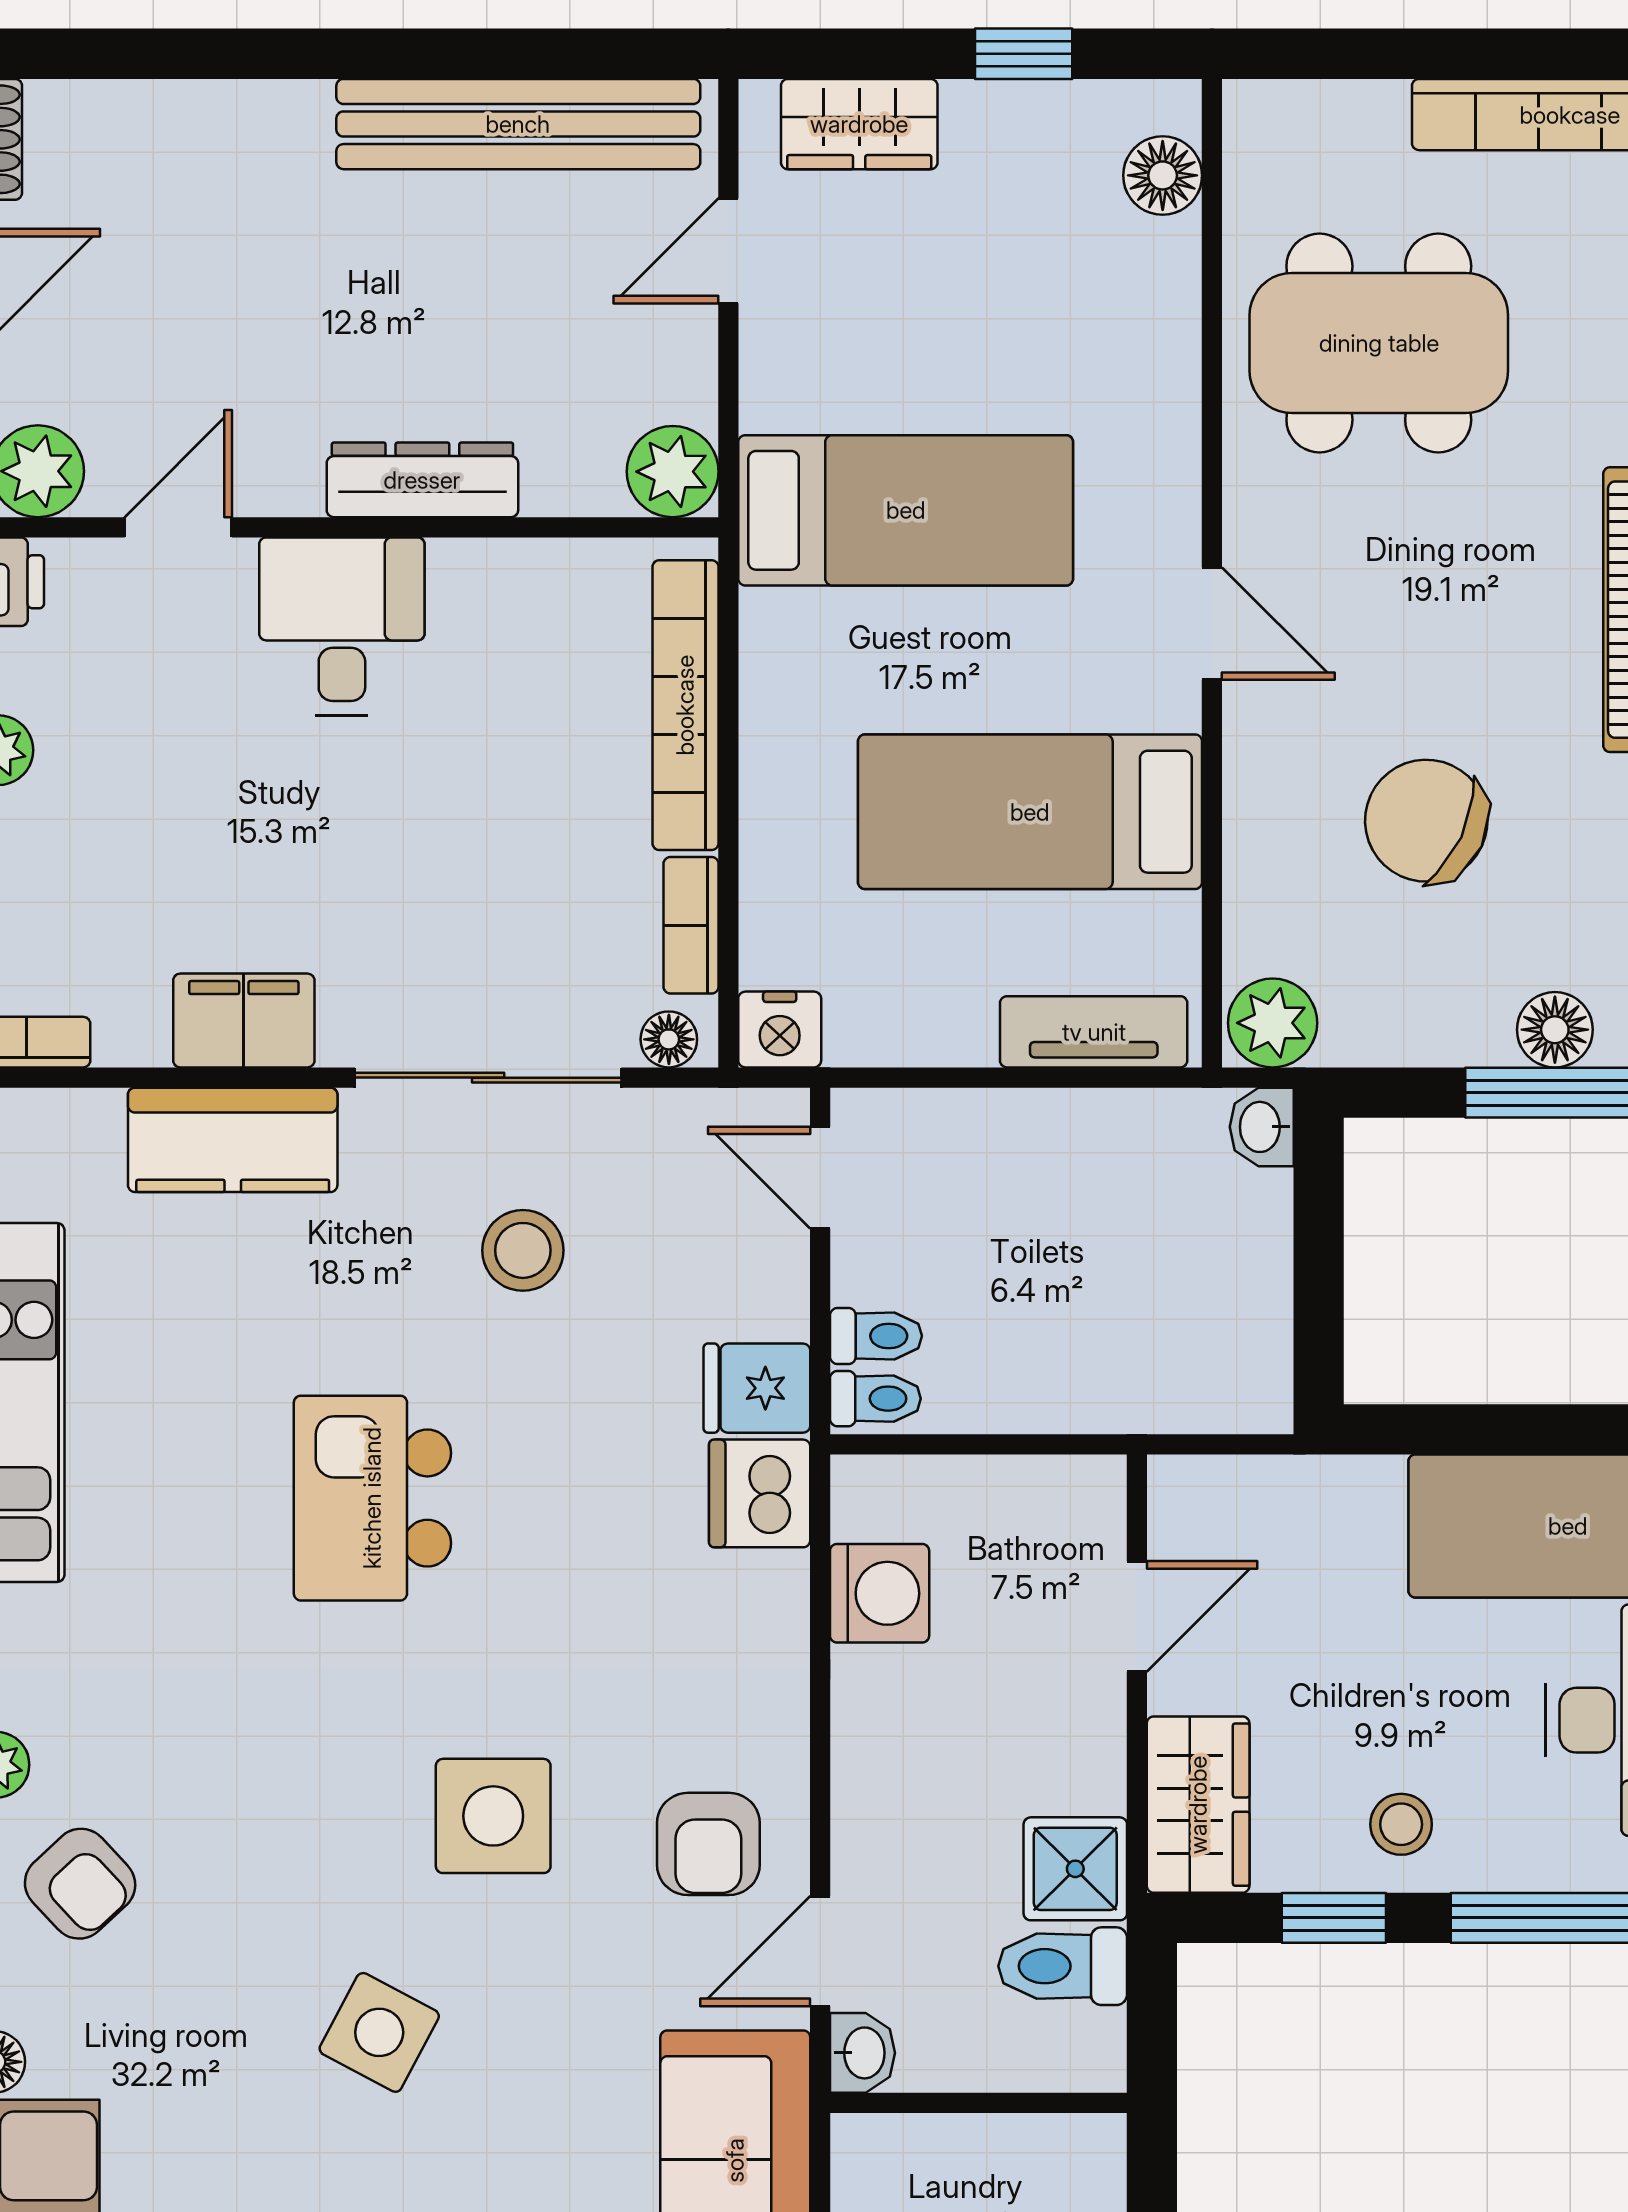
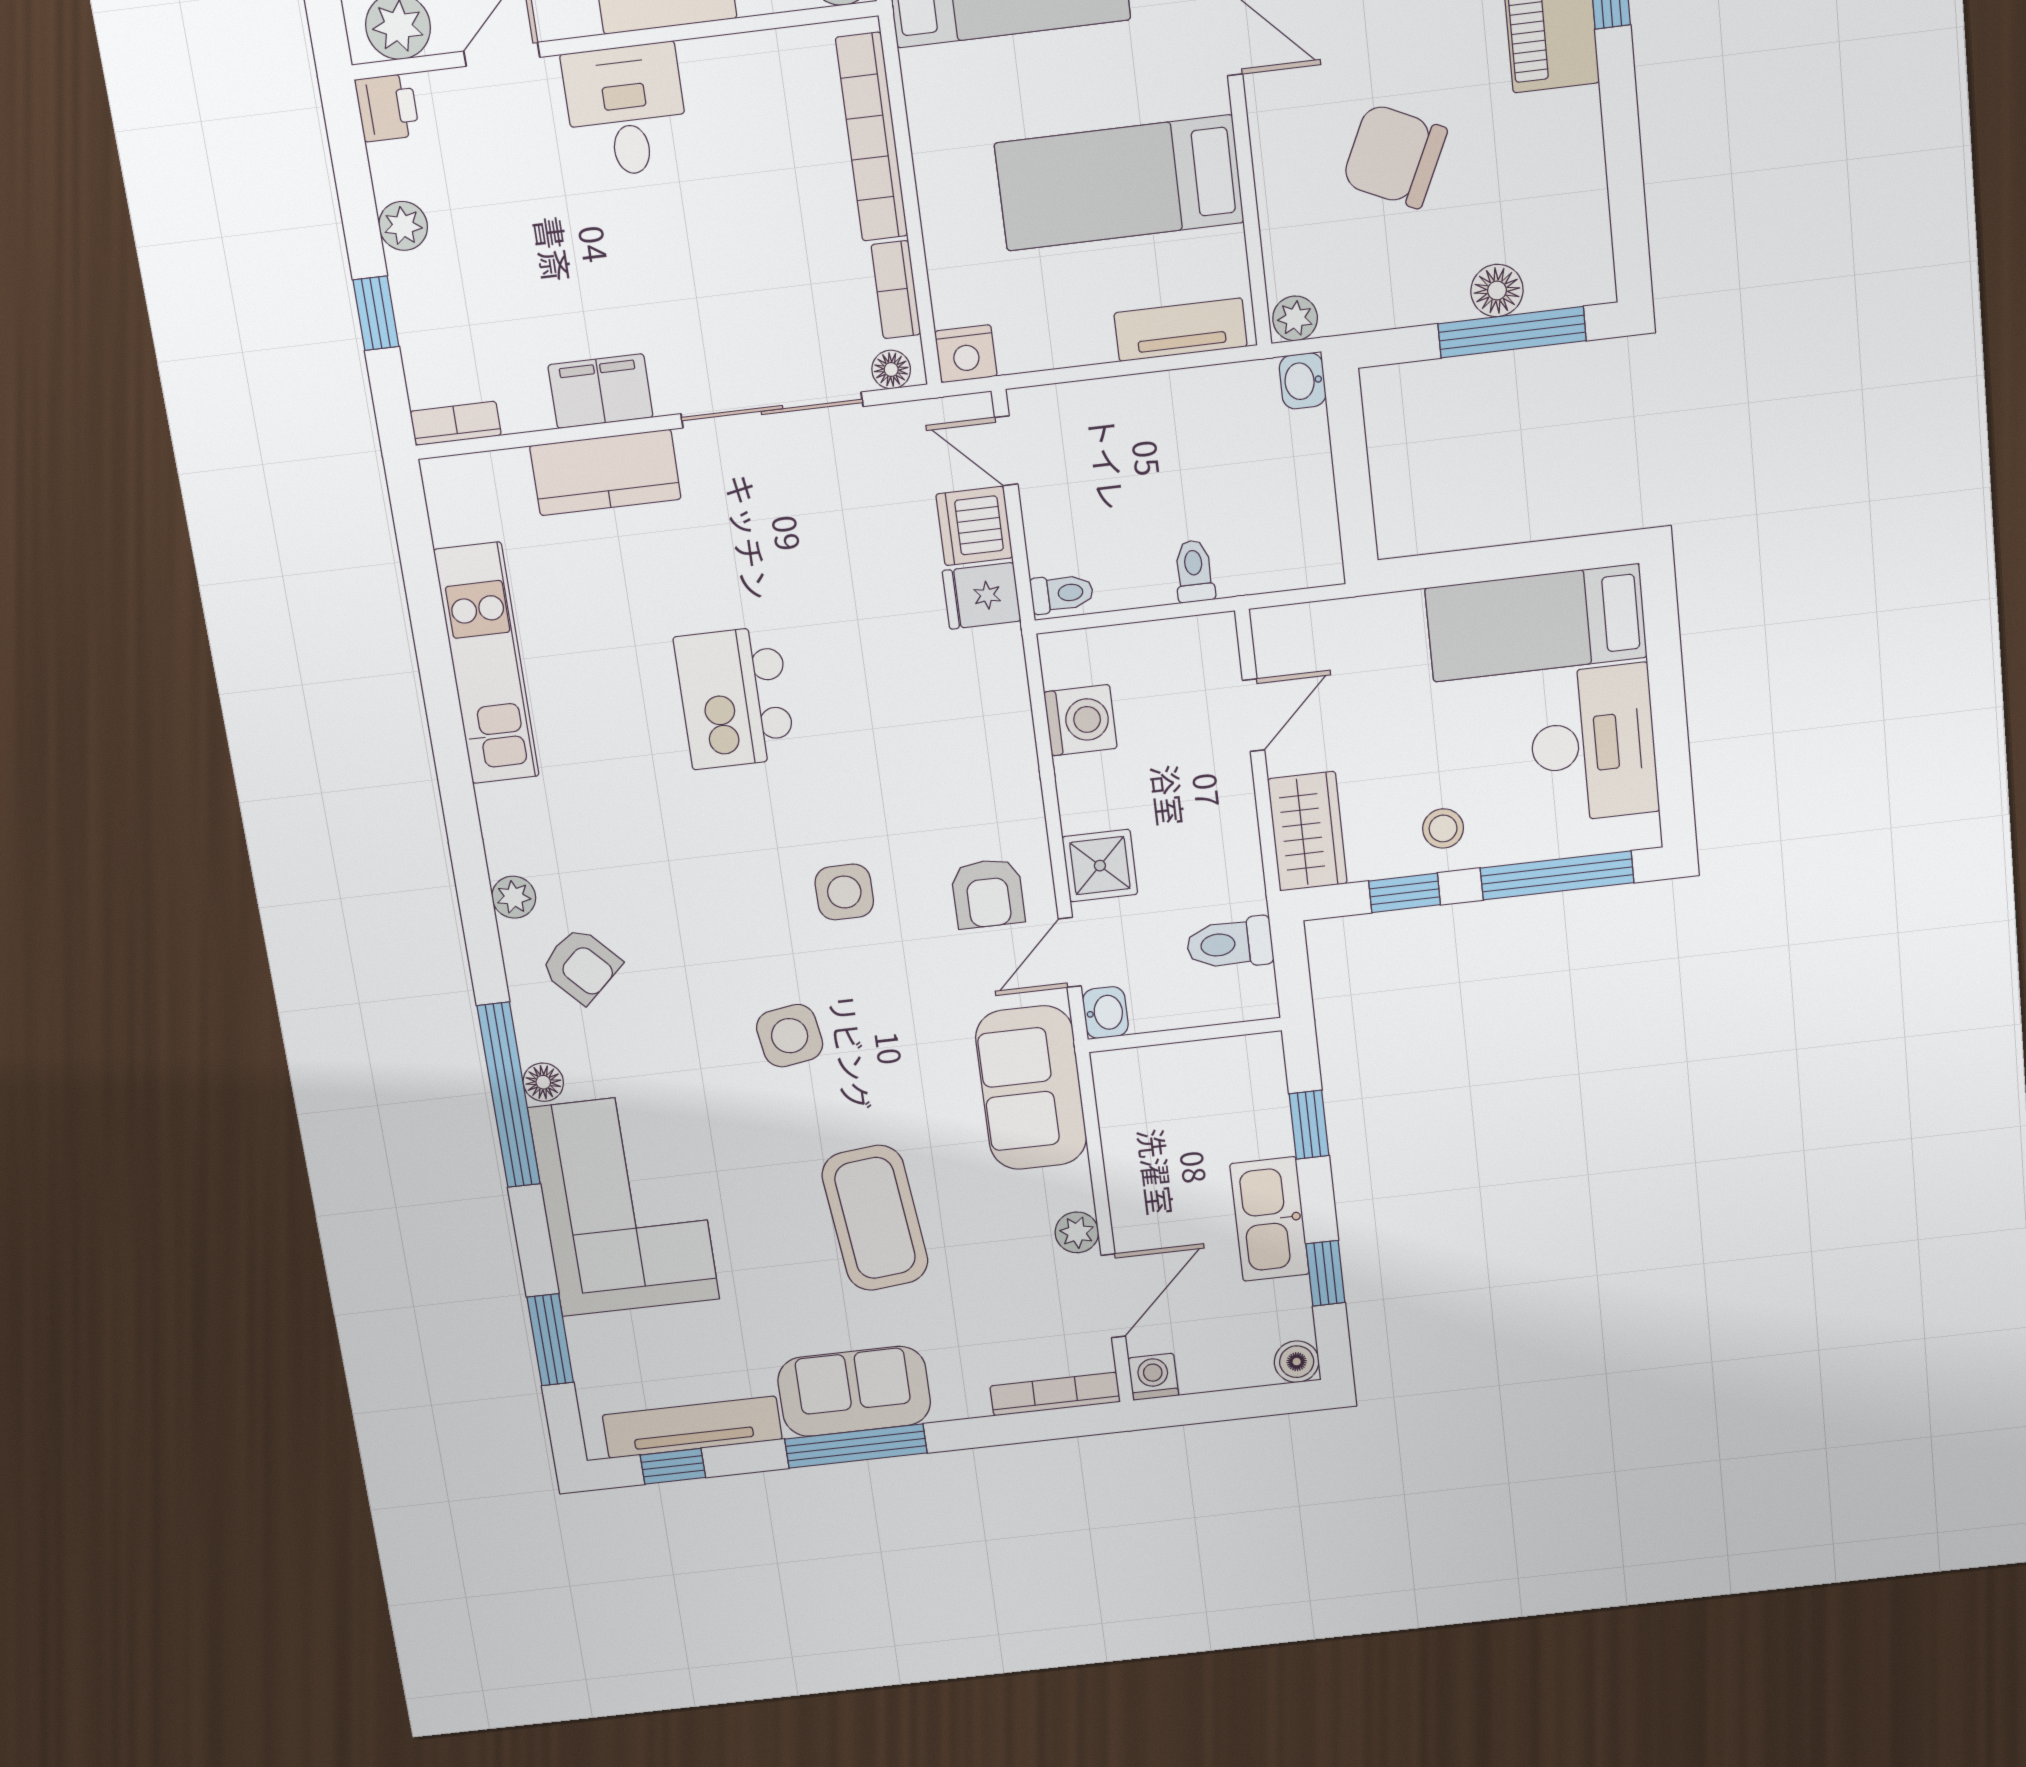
plant: (1273, 1023) -> (1295, 318), width x0.73, depth x0.73
stool: (523, 1250) -> (812, 523), removed
toilet: (876, 1336) -> (1194, 571), moved, turned -90
dishwasher: (760, 1493) -> (974, 526), moved
side table: (493, 1816) -> (844, 892), width x0.73, depth x0.73
shower: (1075, 1869) -> (1100, 866), moved
side table: (379, 2032) -> (790, 1036), turned -37

